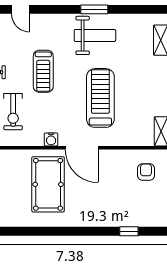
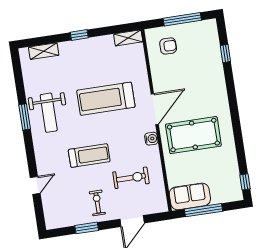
weight bench: (95, 35) -> (49, 113), turned 180
armchair: (146, 172) -> (168, 46), turned 180

